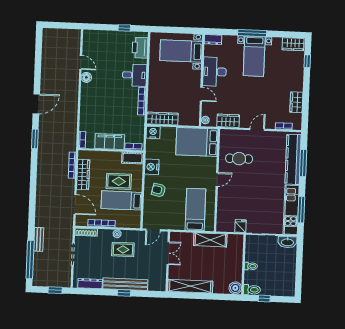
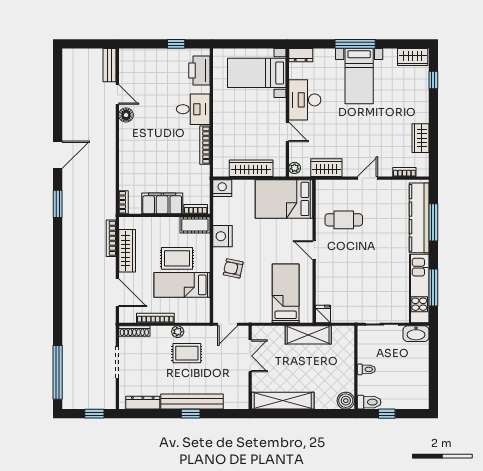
wardrobe: (162, 119) -> (251, 168), moved
door: (217, 179) -> (314, 250), swing flipped
fridge: (240, 226) -> (323, 314), moved
bench: (39, 239) -> (109, 65), moved

